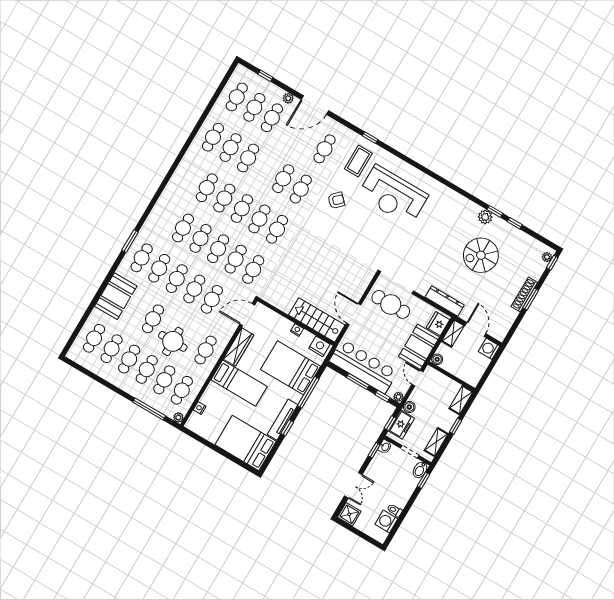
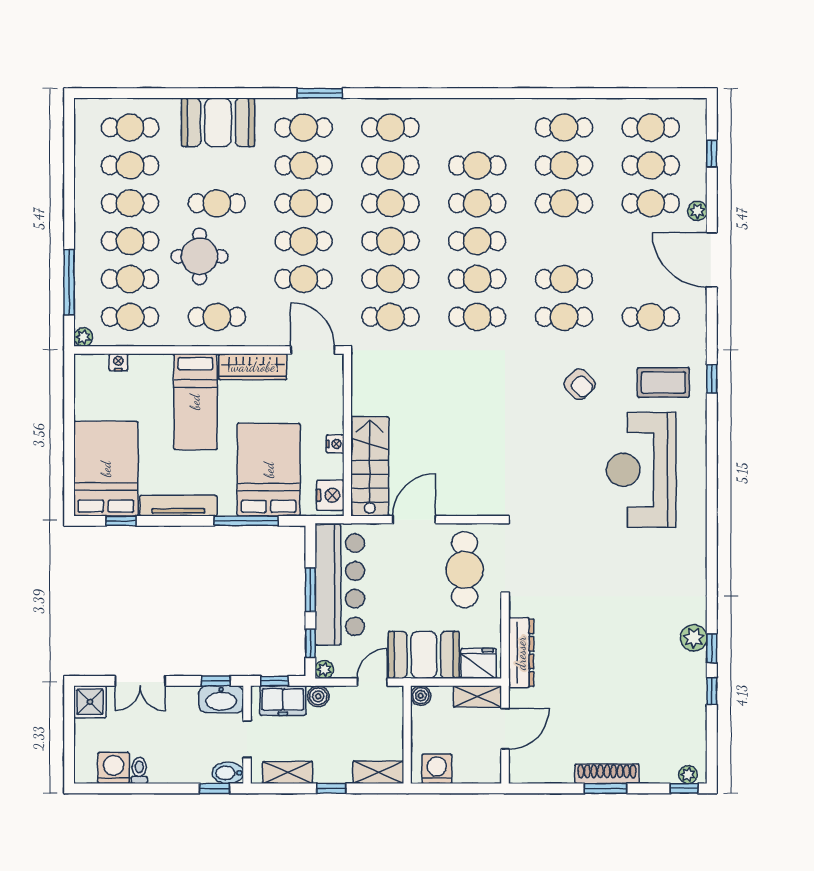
cafe table: (165, 218) -> (390, 128), added
spiral stairs: (481, 255) -> (628, 667), removed
washing machine: (489, 349) -> (437, 769), moved
window: (287, 428) -> (121, 521), moved
washbasin: (385, 447) -> (221, 699), width x1.91, depth x1.45

